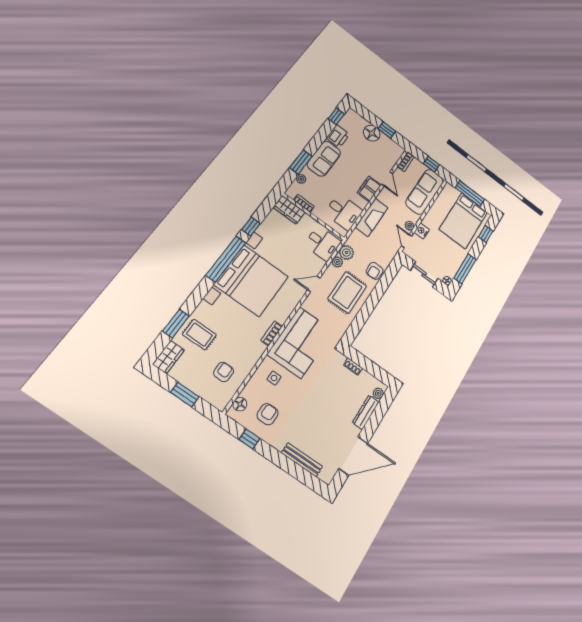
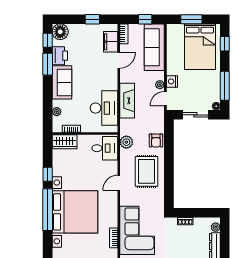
floor lamp: (372, 133) -> (60, 32), moved
window: (301, 162) -> (48, 64), moved
door: (387, 179) -> (119, 60), hinge flipped
filing cabinet: (369, 189) -> (111, 42), moved
window: (470, 194) -> (191, 19), width x0.69
desk: (344, 212) -> (104, 108), width x1.37
door: (407, 241) -> (165, 99), hinge flipped
plant: (337, 262) -> (125, 154), removed

